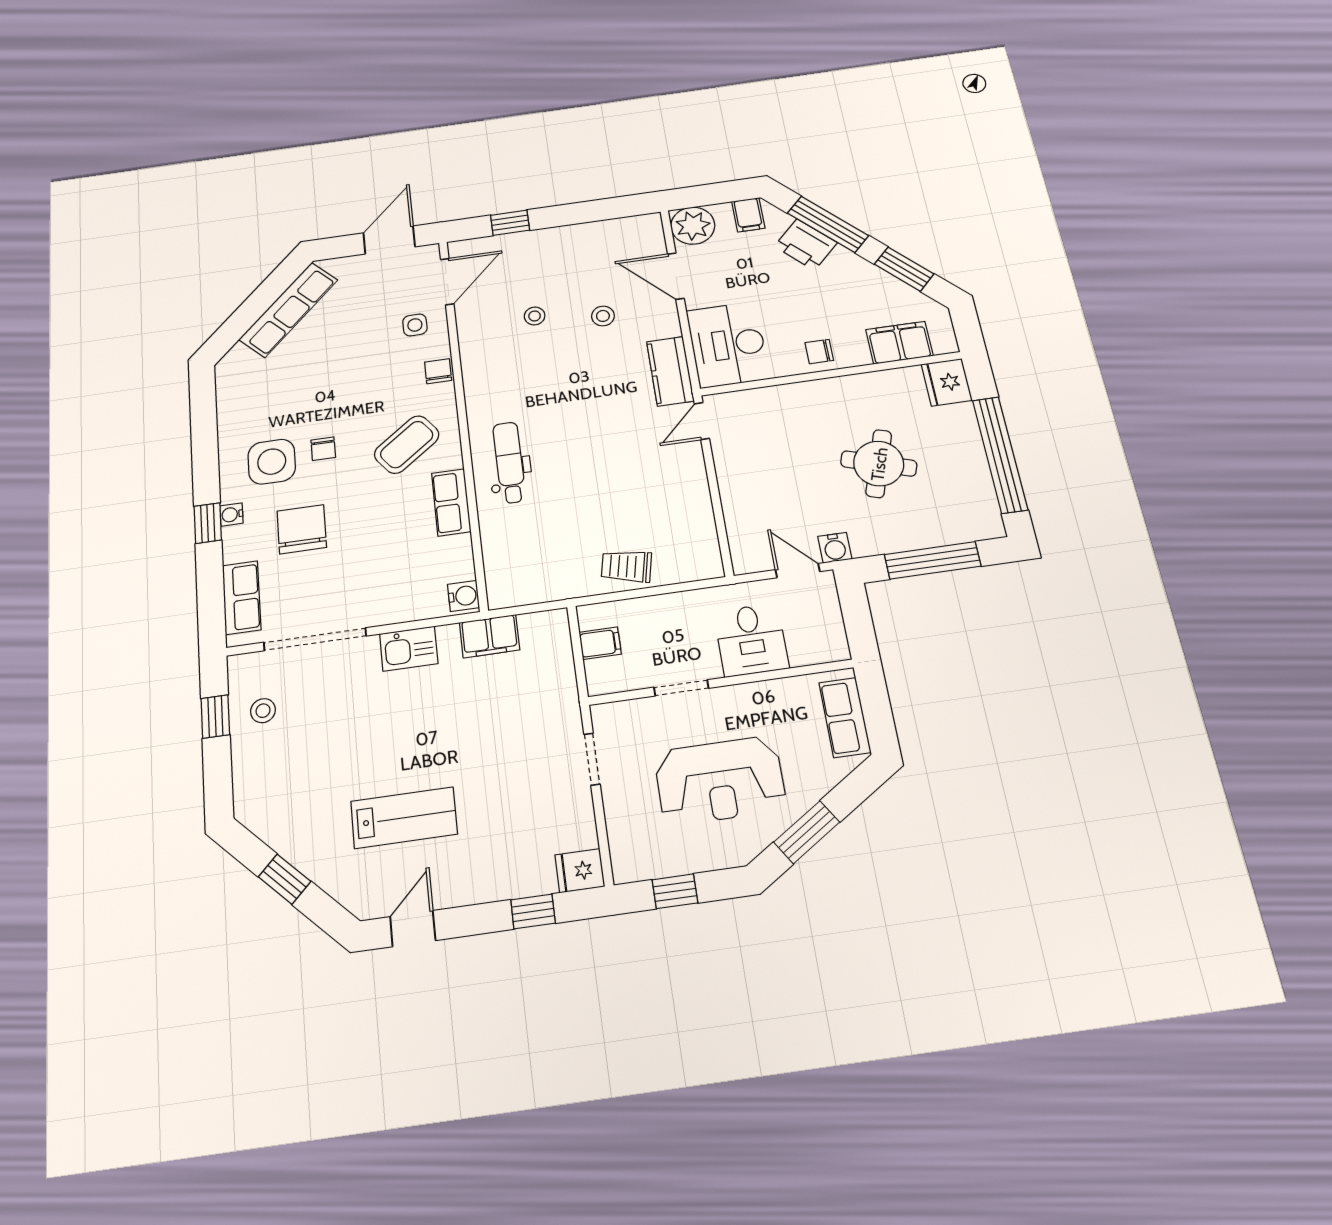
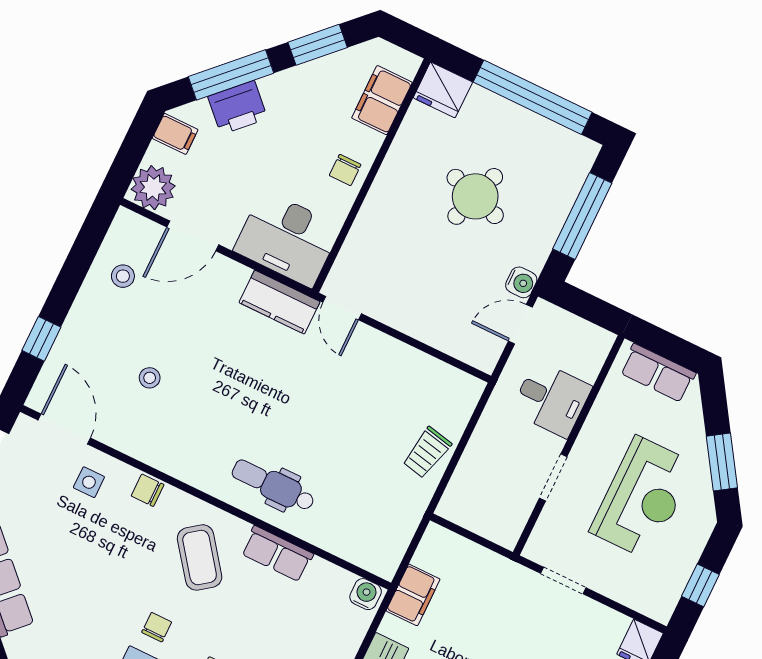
stool: (603, 316) -> (123, 276), moved
chair: (323, 449) -> (157, 627), turned -90
filing cabinet: (600, 643) -> (476, 515), removed

